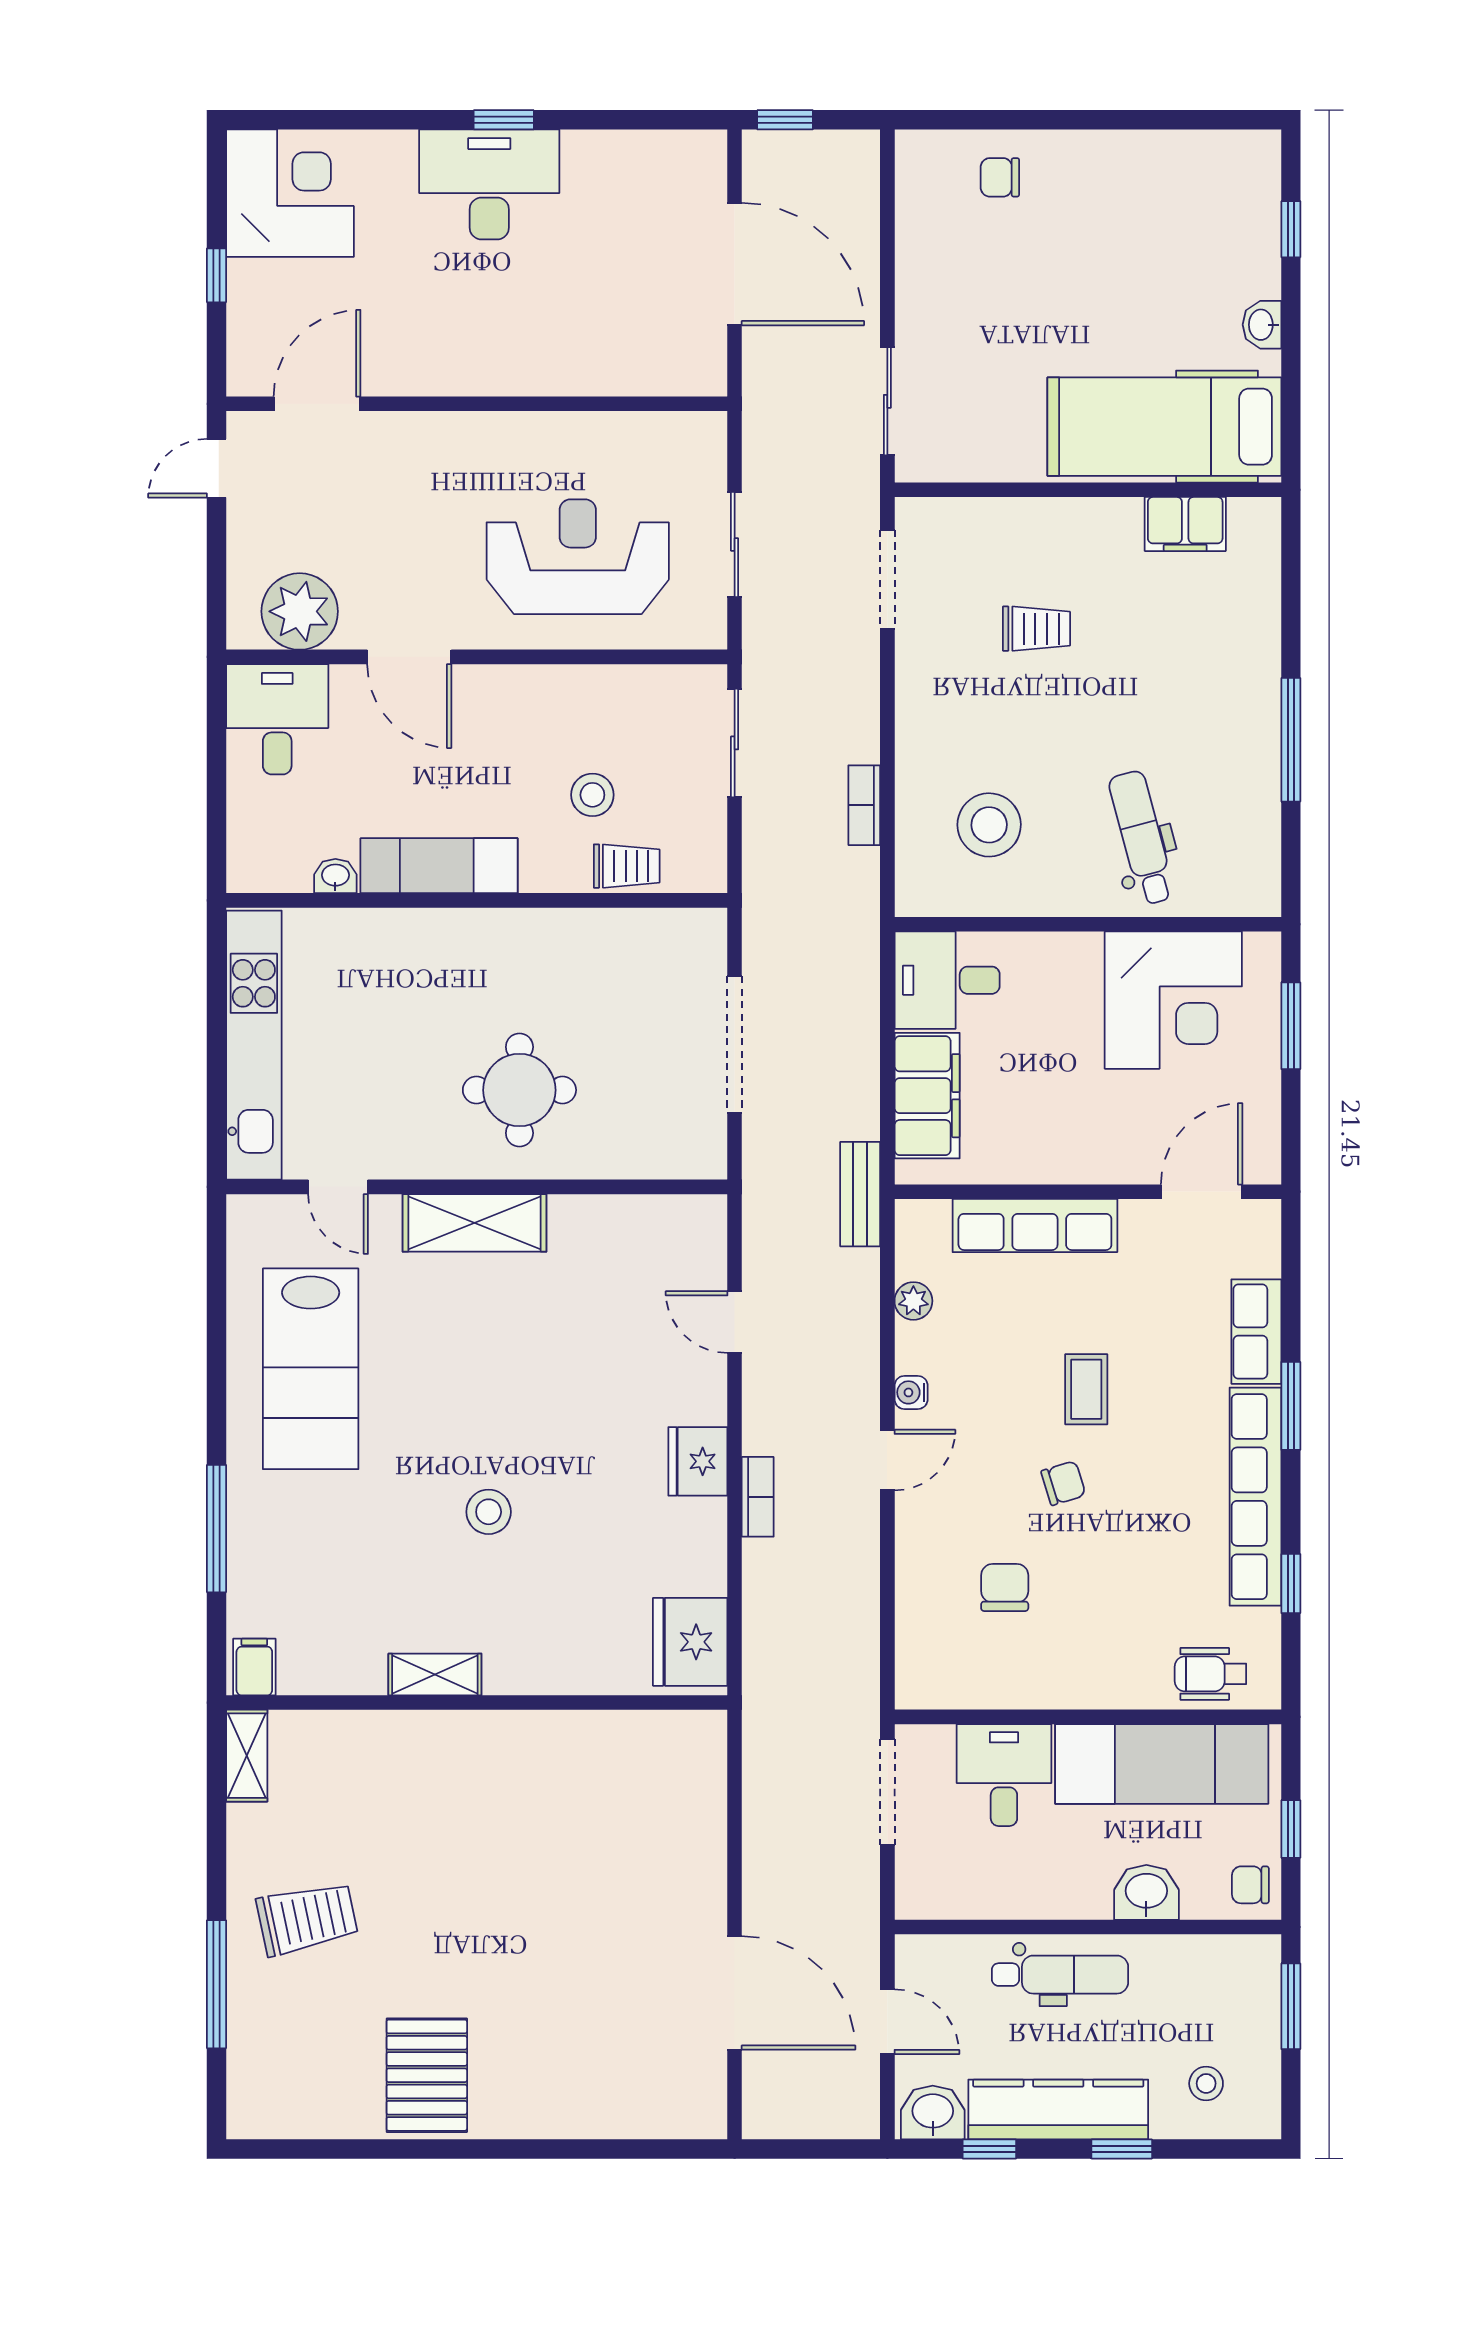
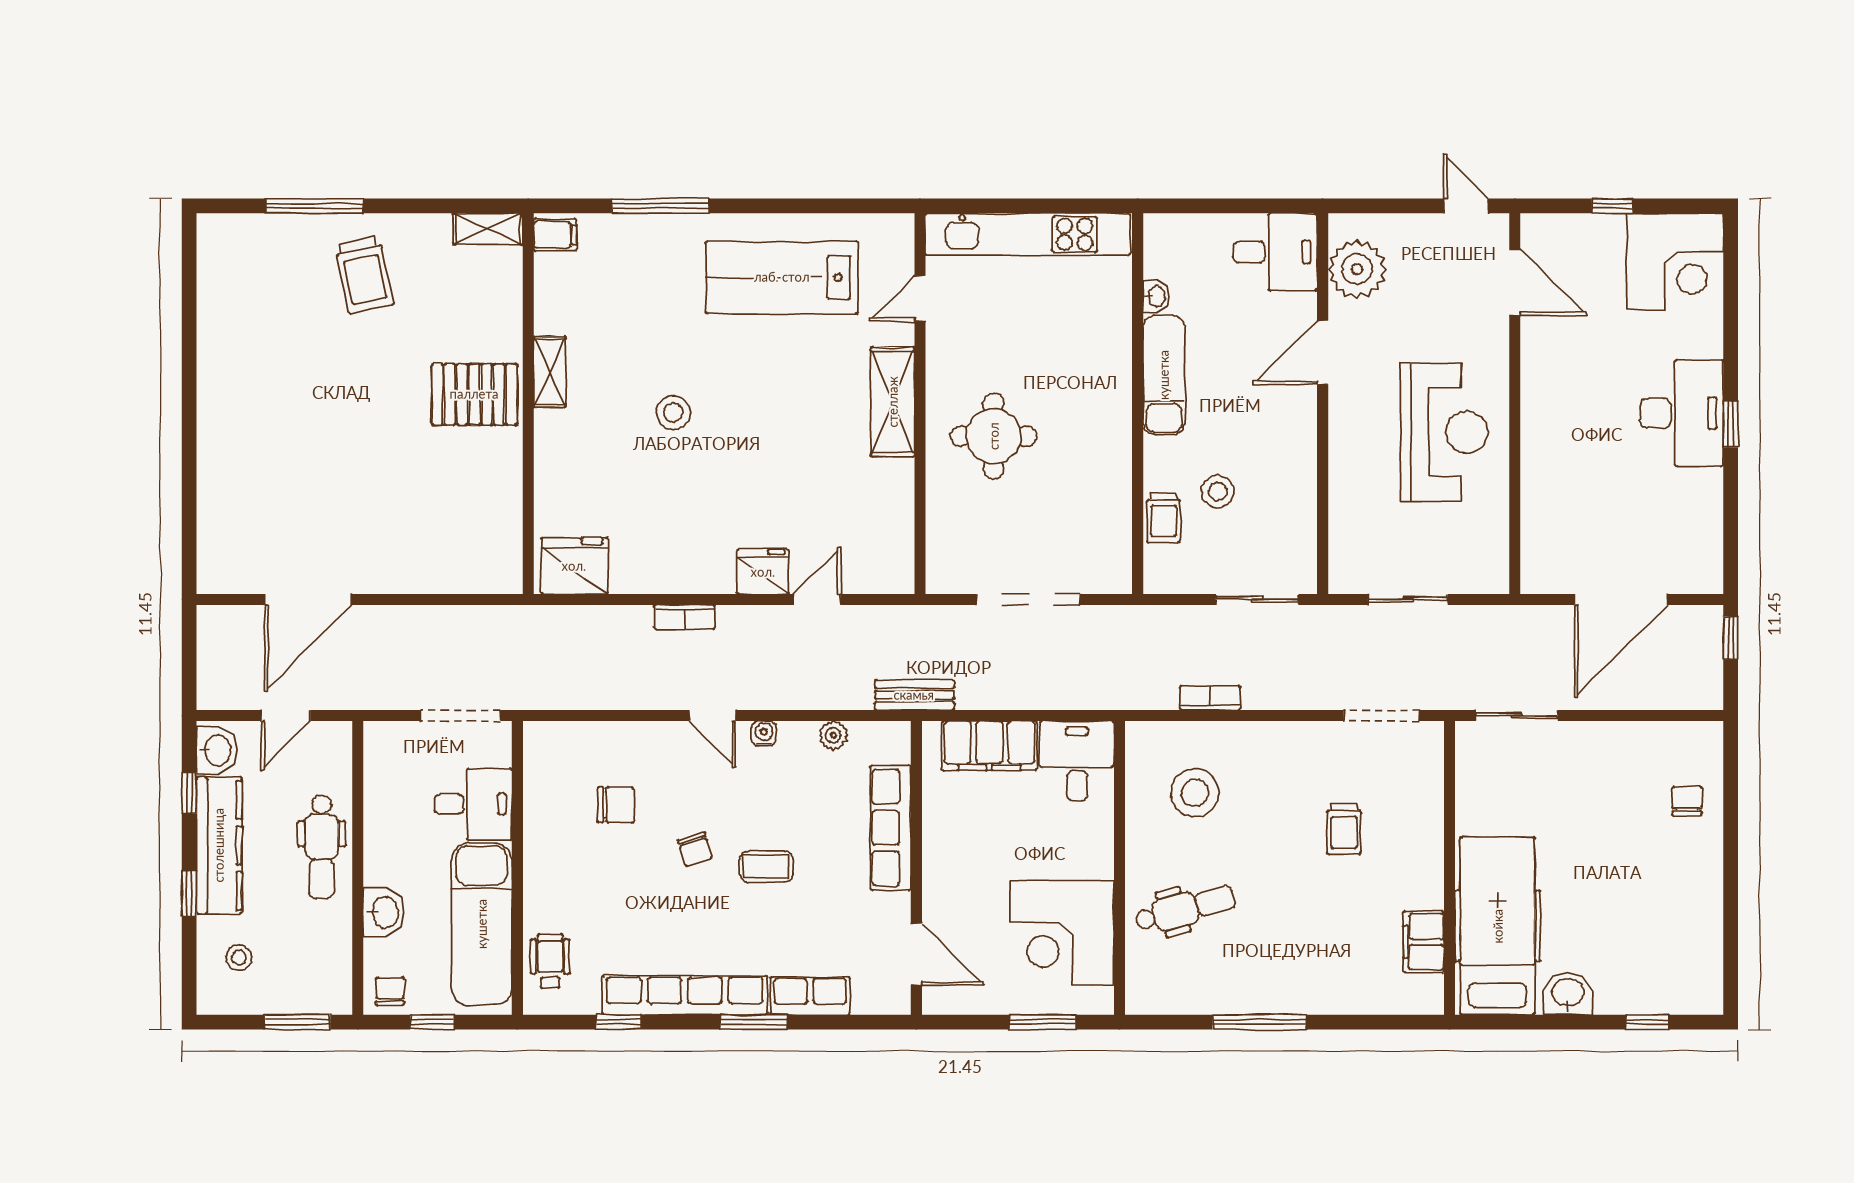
washbasin: (1262, 325) -> (1568, 994), width x1.38, depth x1.45
reception desk: (578, 557) -> (1444, 432), moved
fridge: (698, 1461) -> (763, 572), moved
pallet: (427, 2075) -> (474, 394), moved

